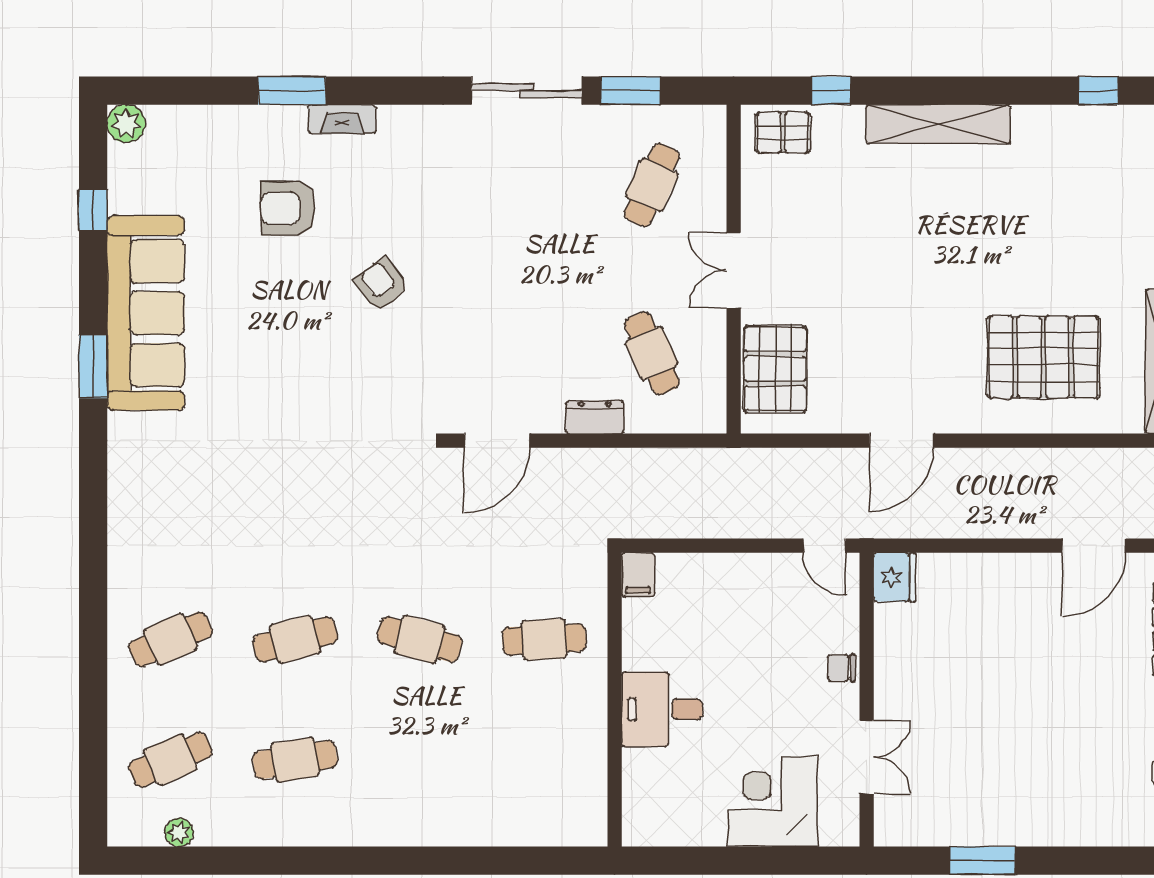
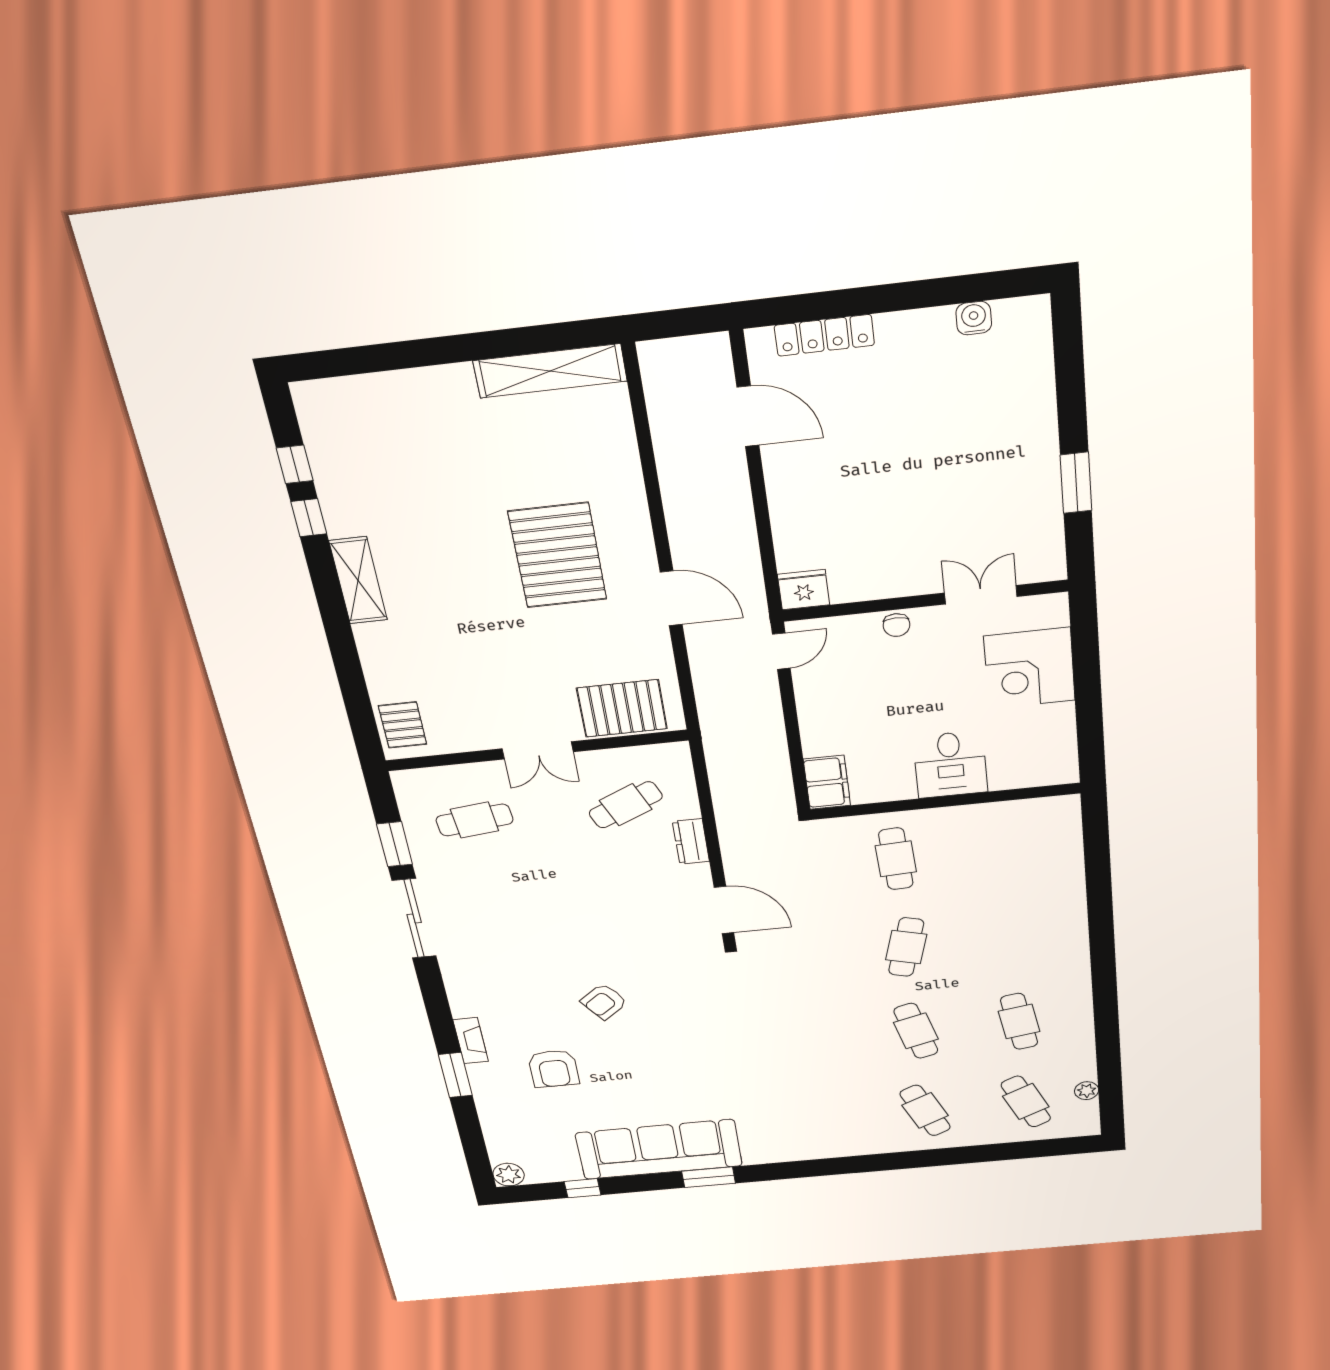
window: (831, 91) -> (309, 518), moved
shelving: (938, 124) -> (358, 580), width x0.68
cafe table: (652, 185) -> (474, 820), turned -30
pallet: (1043, 357) -> (558, 555), moved
filing cabinet: (638, 575) -> (827, 782), width x2.00

